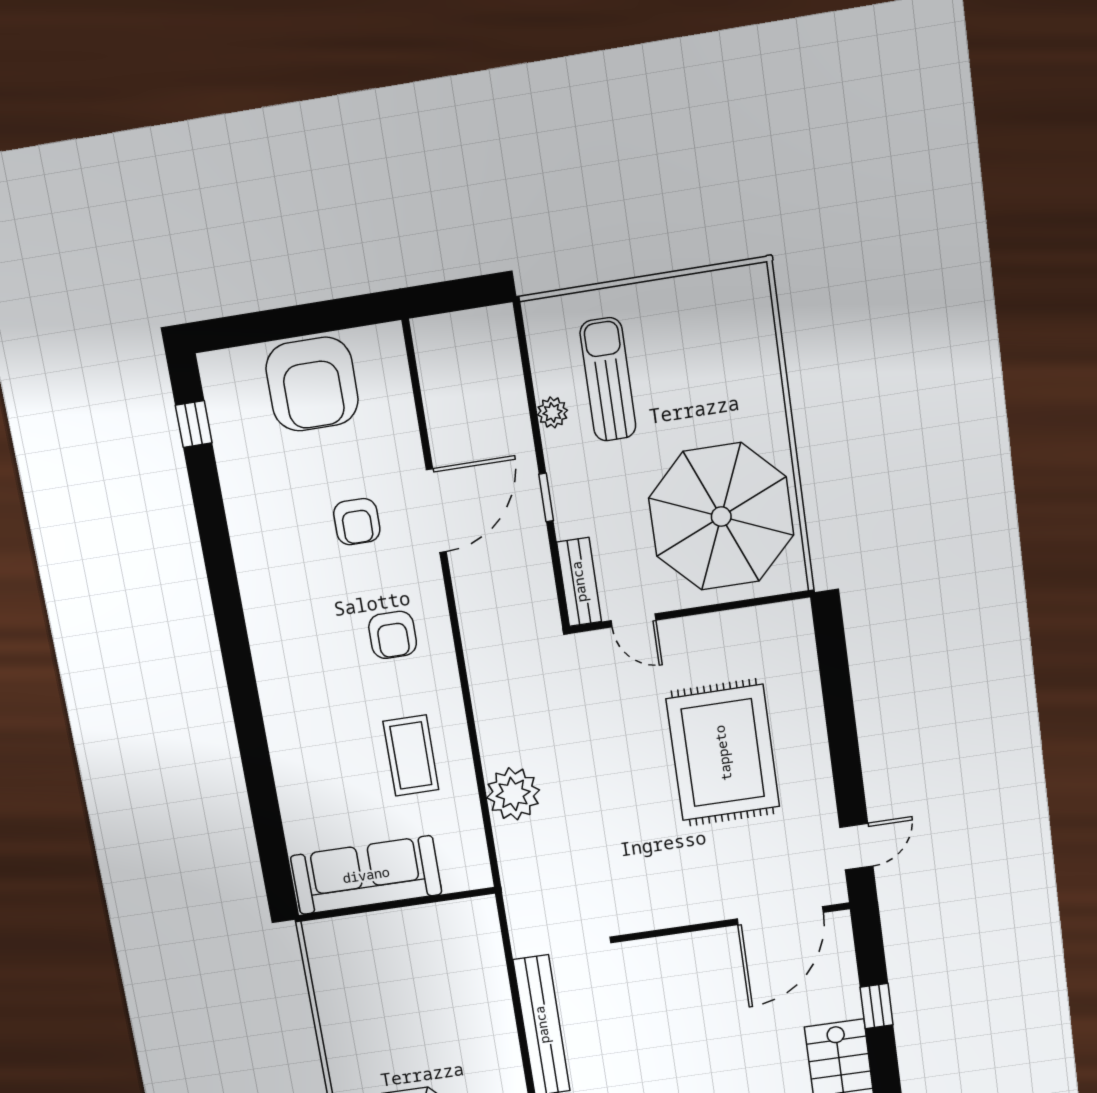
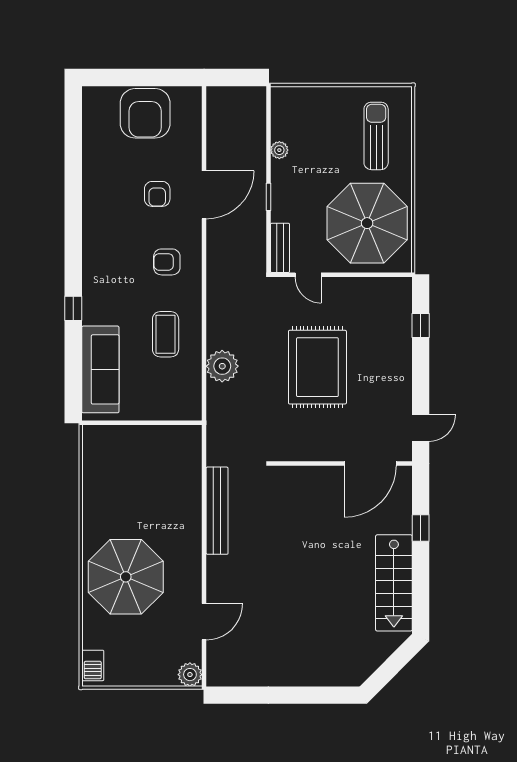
sun lounger: (608, 379) -> (376, 136), moved
window: (194, 424) -> (73, 308), moved
armchair: (393, 635) -> (167, 262), turned 90
window: (835, 677) -> (421, 326), added
rug: (723, 753) -> (317, 367), moved
sofa: (366, 875) -> (100, 369), moved, turned 90

